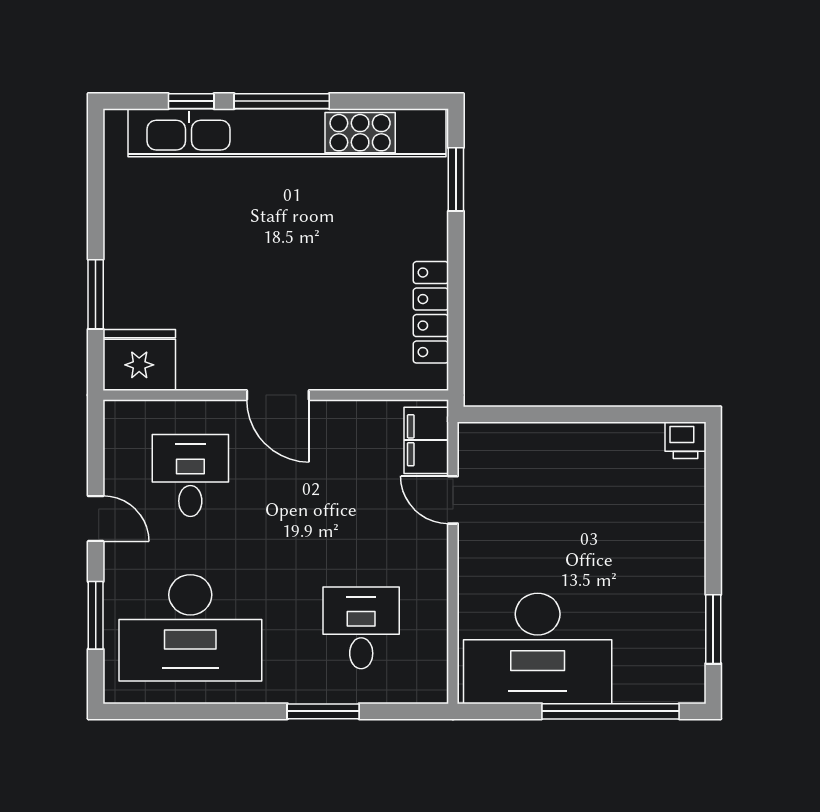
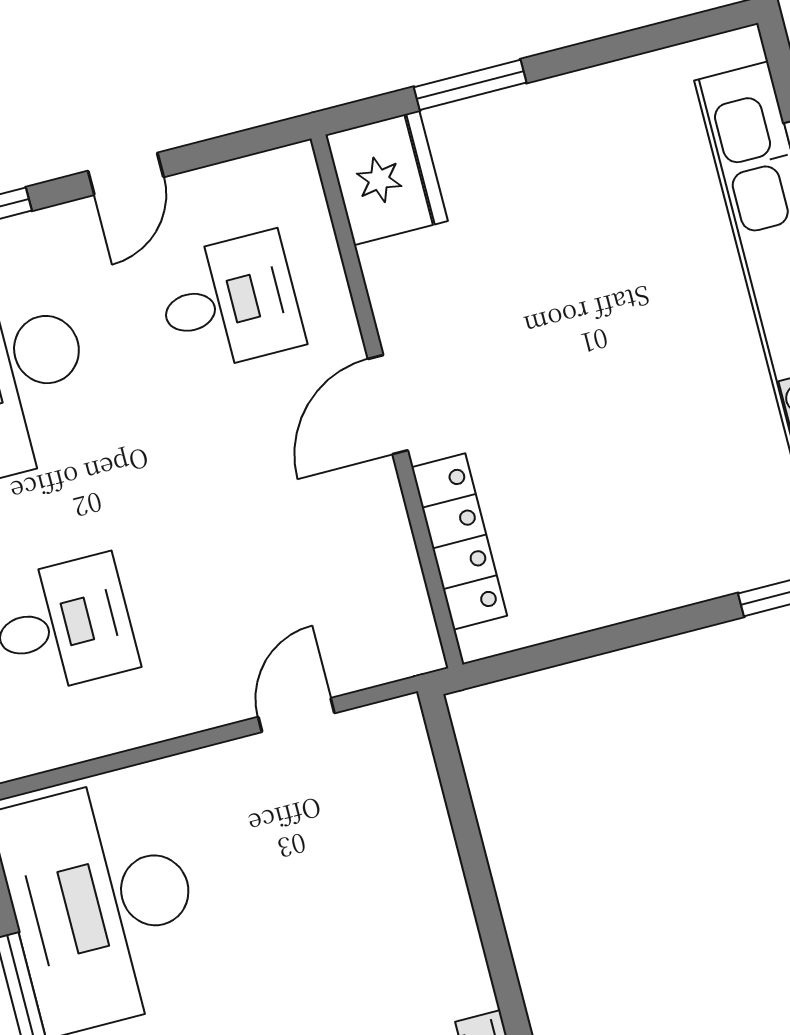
locker: (431, 312) -> (459, 541), moved, turned 90
filing cabinet: (426, 440) -> (377, 650), removed

